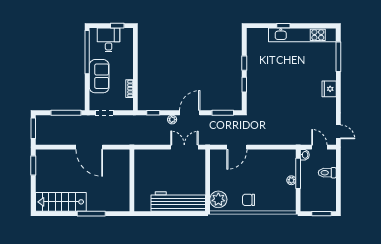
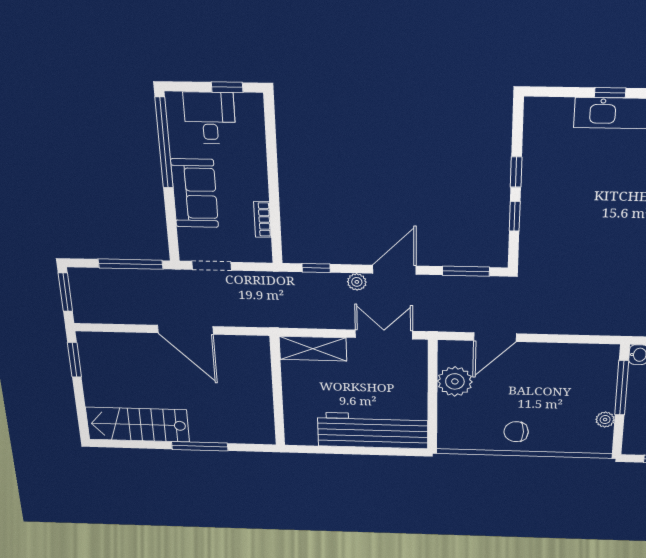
shelving: (150, 156) -> (313, 349), added
plant: (291, 180) -> (605, 420), moved
plant: (218, 199) -> (455, 381), moved

